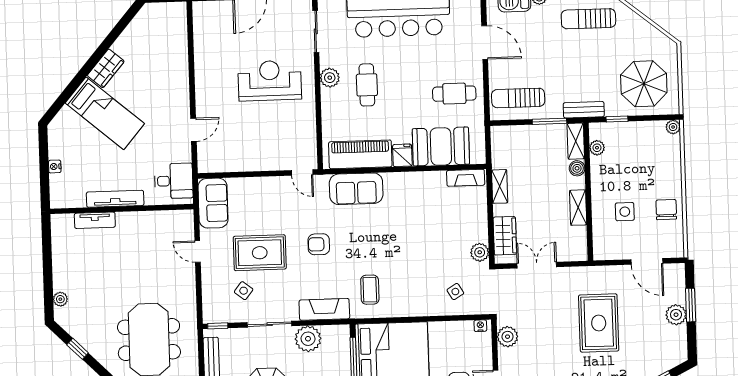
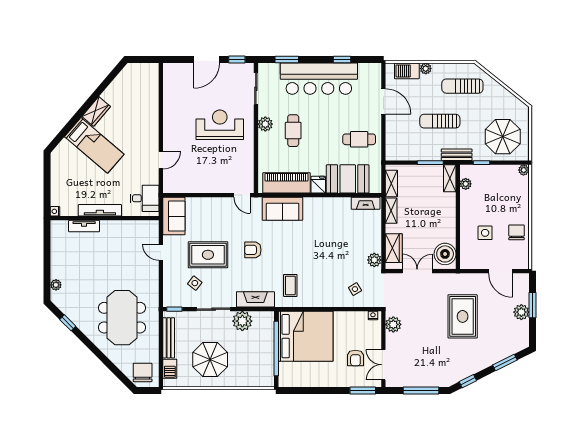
sun lounger: (518, 98) -> (440, 121), moved
nightstand: (55, 166) -> (55, 211), moved
boiler: (577, 168) -> (445, 254), moved, width x1.86, depth x1.86
shelving: (578, 208) -> (391, 183), moved

